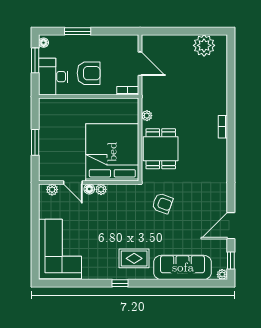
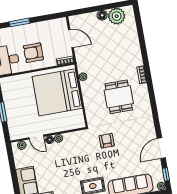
floor lamp: (186, 41) -> (102, 15), added
armchair: (89, 73) -> (33, 53), turned 180
dining table: (161, 149) -> (119, 97), moved
bed: (112, 152) -> (57, 92), moved, turned -90
armchair: (162, 203) -> (107, 141), turned -110

